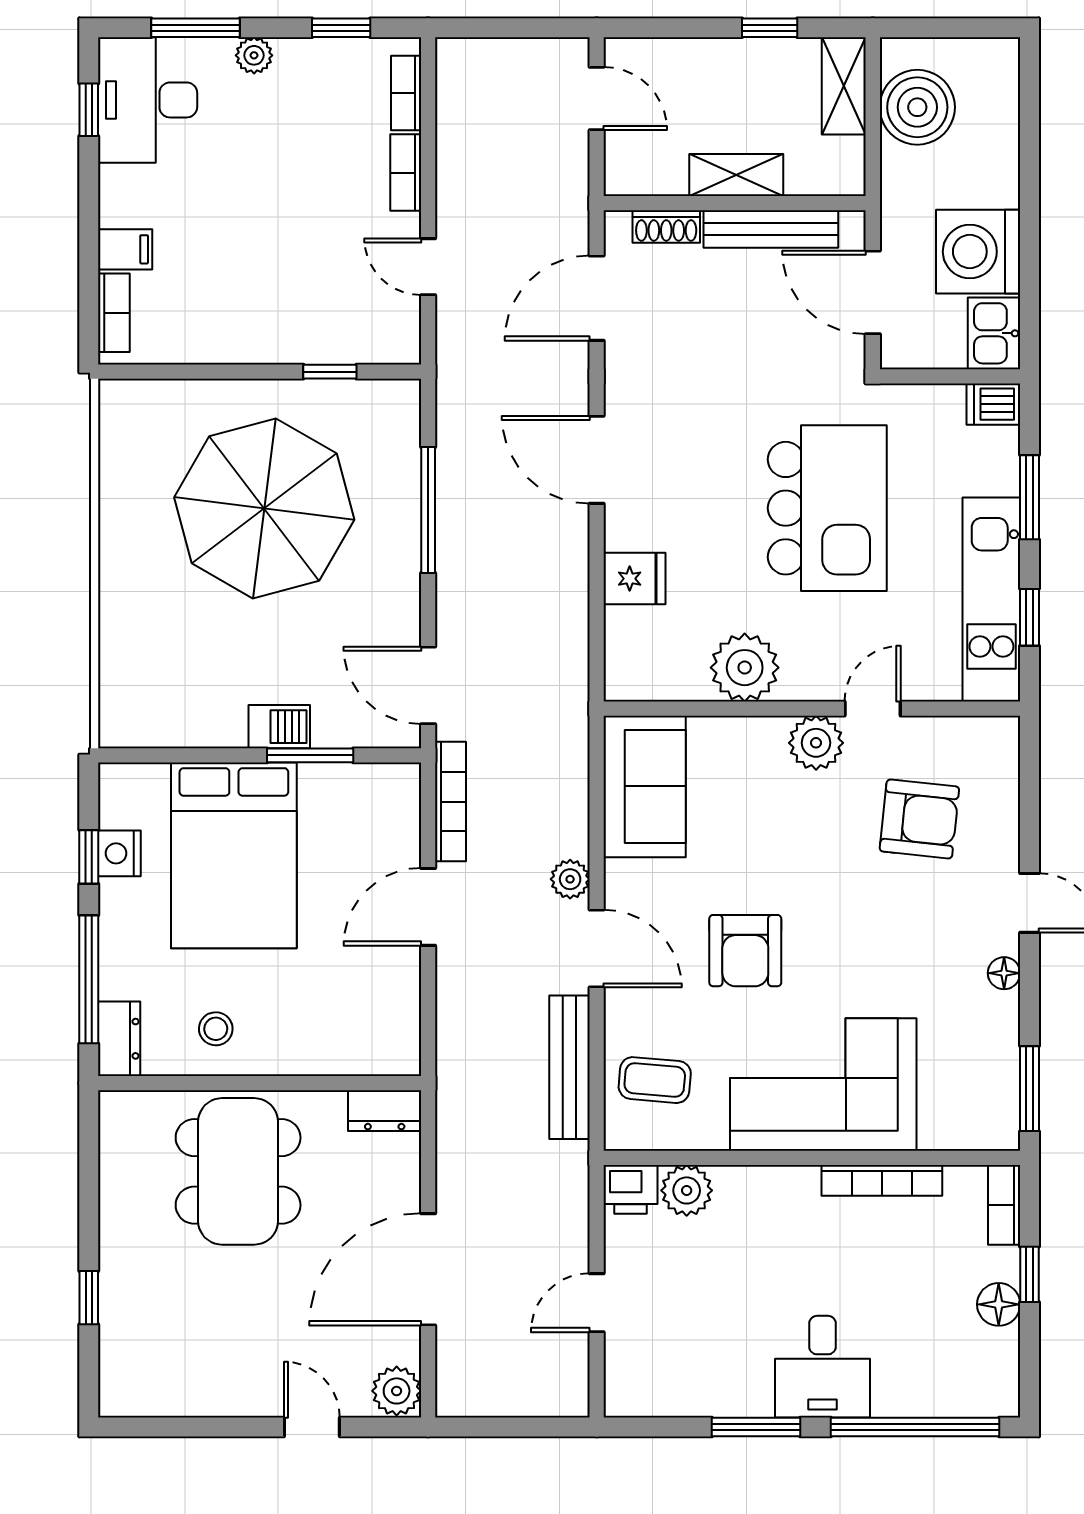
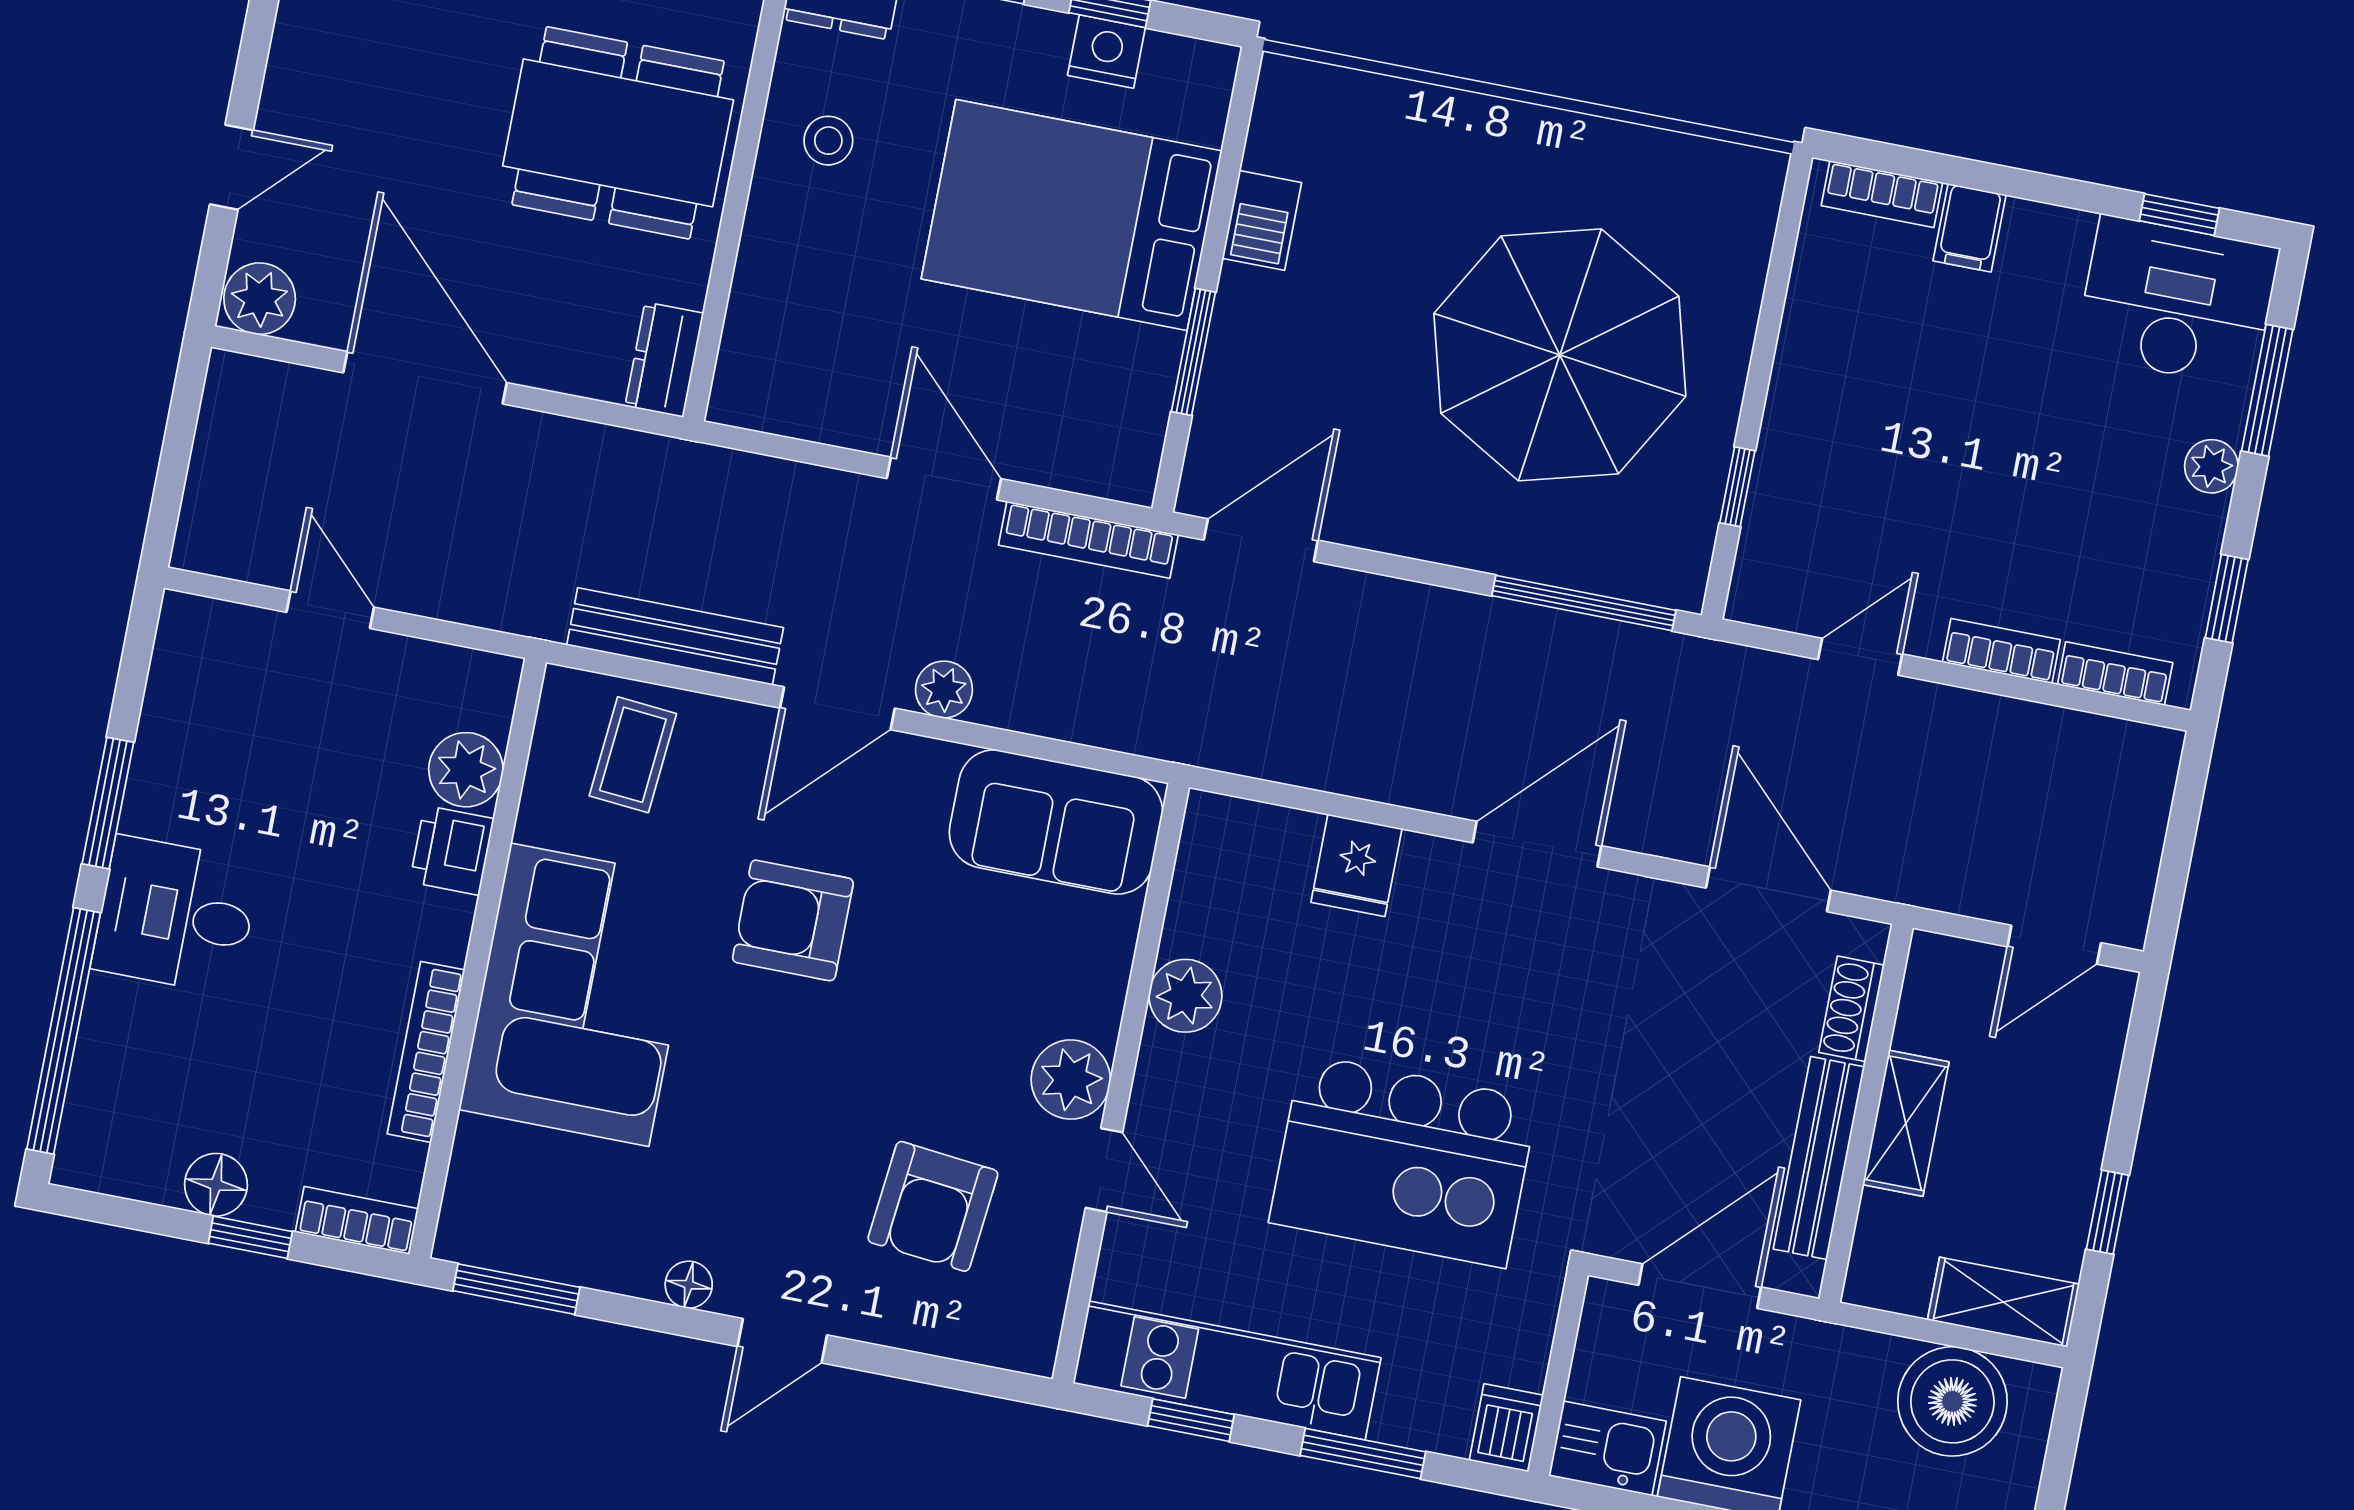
window: (428, 510) -> (1584, 603), moved
plant: (745, 668) -> (1185, 996), width x0.73, depth x0.73
barbecue: (279, 727) -> (1262, 220), moved
printer: (631, 1189) -> (452, 850), moved

